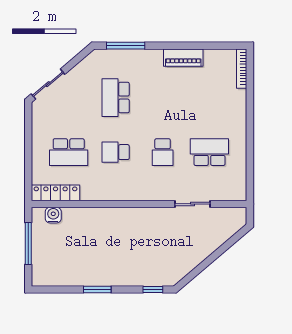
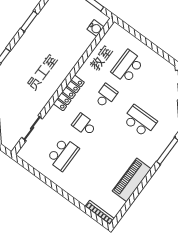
piano: (183, 58) -> (132, 180), width x1.37, depth x1.33
locker: (55, 193) -> (69, 93), moved
sliding door: (192, 204) -> (32, 128), moved

